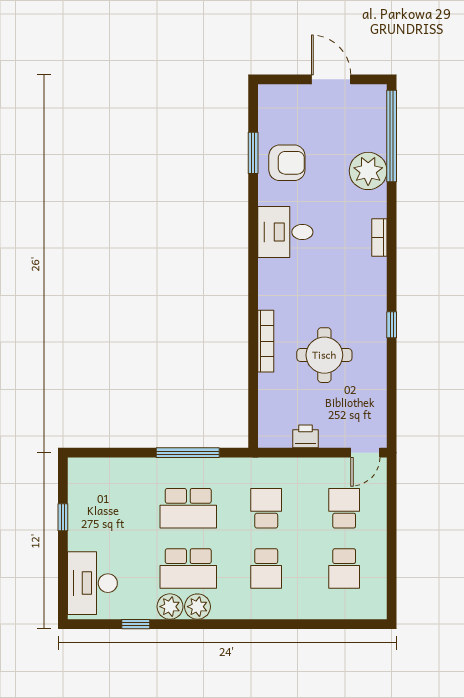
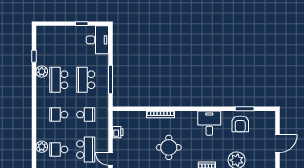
round table: (324, 355) -> (169, 147), moved
school desk: (344, 508) -> (86, 149), width x1.85
desk: (92, 583) -> (97, 40), moved, turned 90
plant: (197, 607) -> (42, 147), moved

